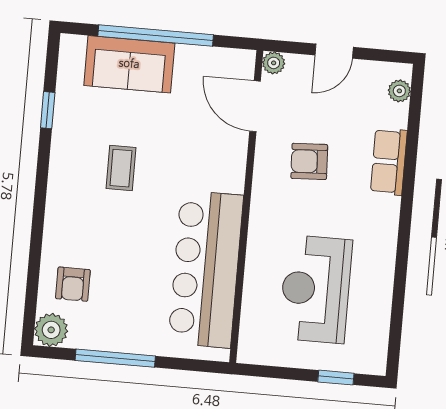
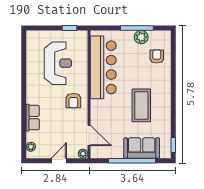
window: (48, 110) -> (173, 145), moved
armchair: (309, 161) -> (73, 101), moved, turned 93
coffee table: (121, 168) -> (141, 105), width x1.86, depth x1.72
plant: (51, 330) -> (141, 37), moved
window: (336, 378) -> (70, 28), moved

